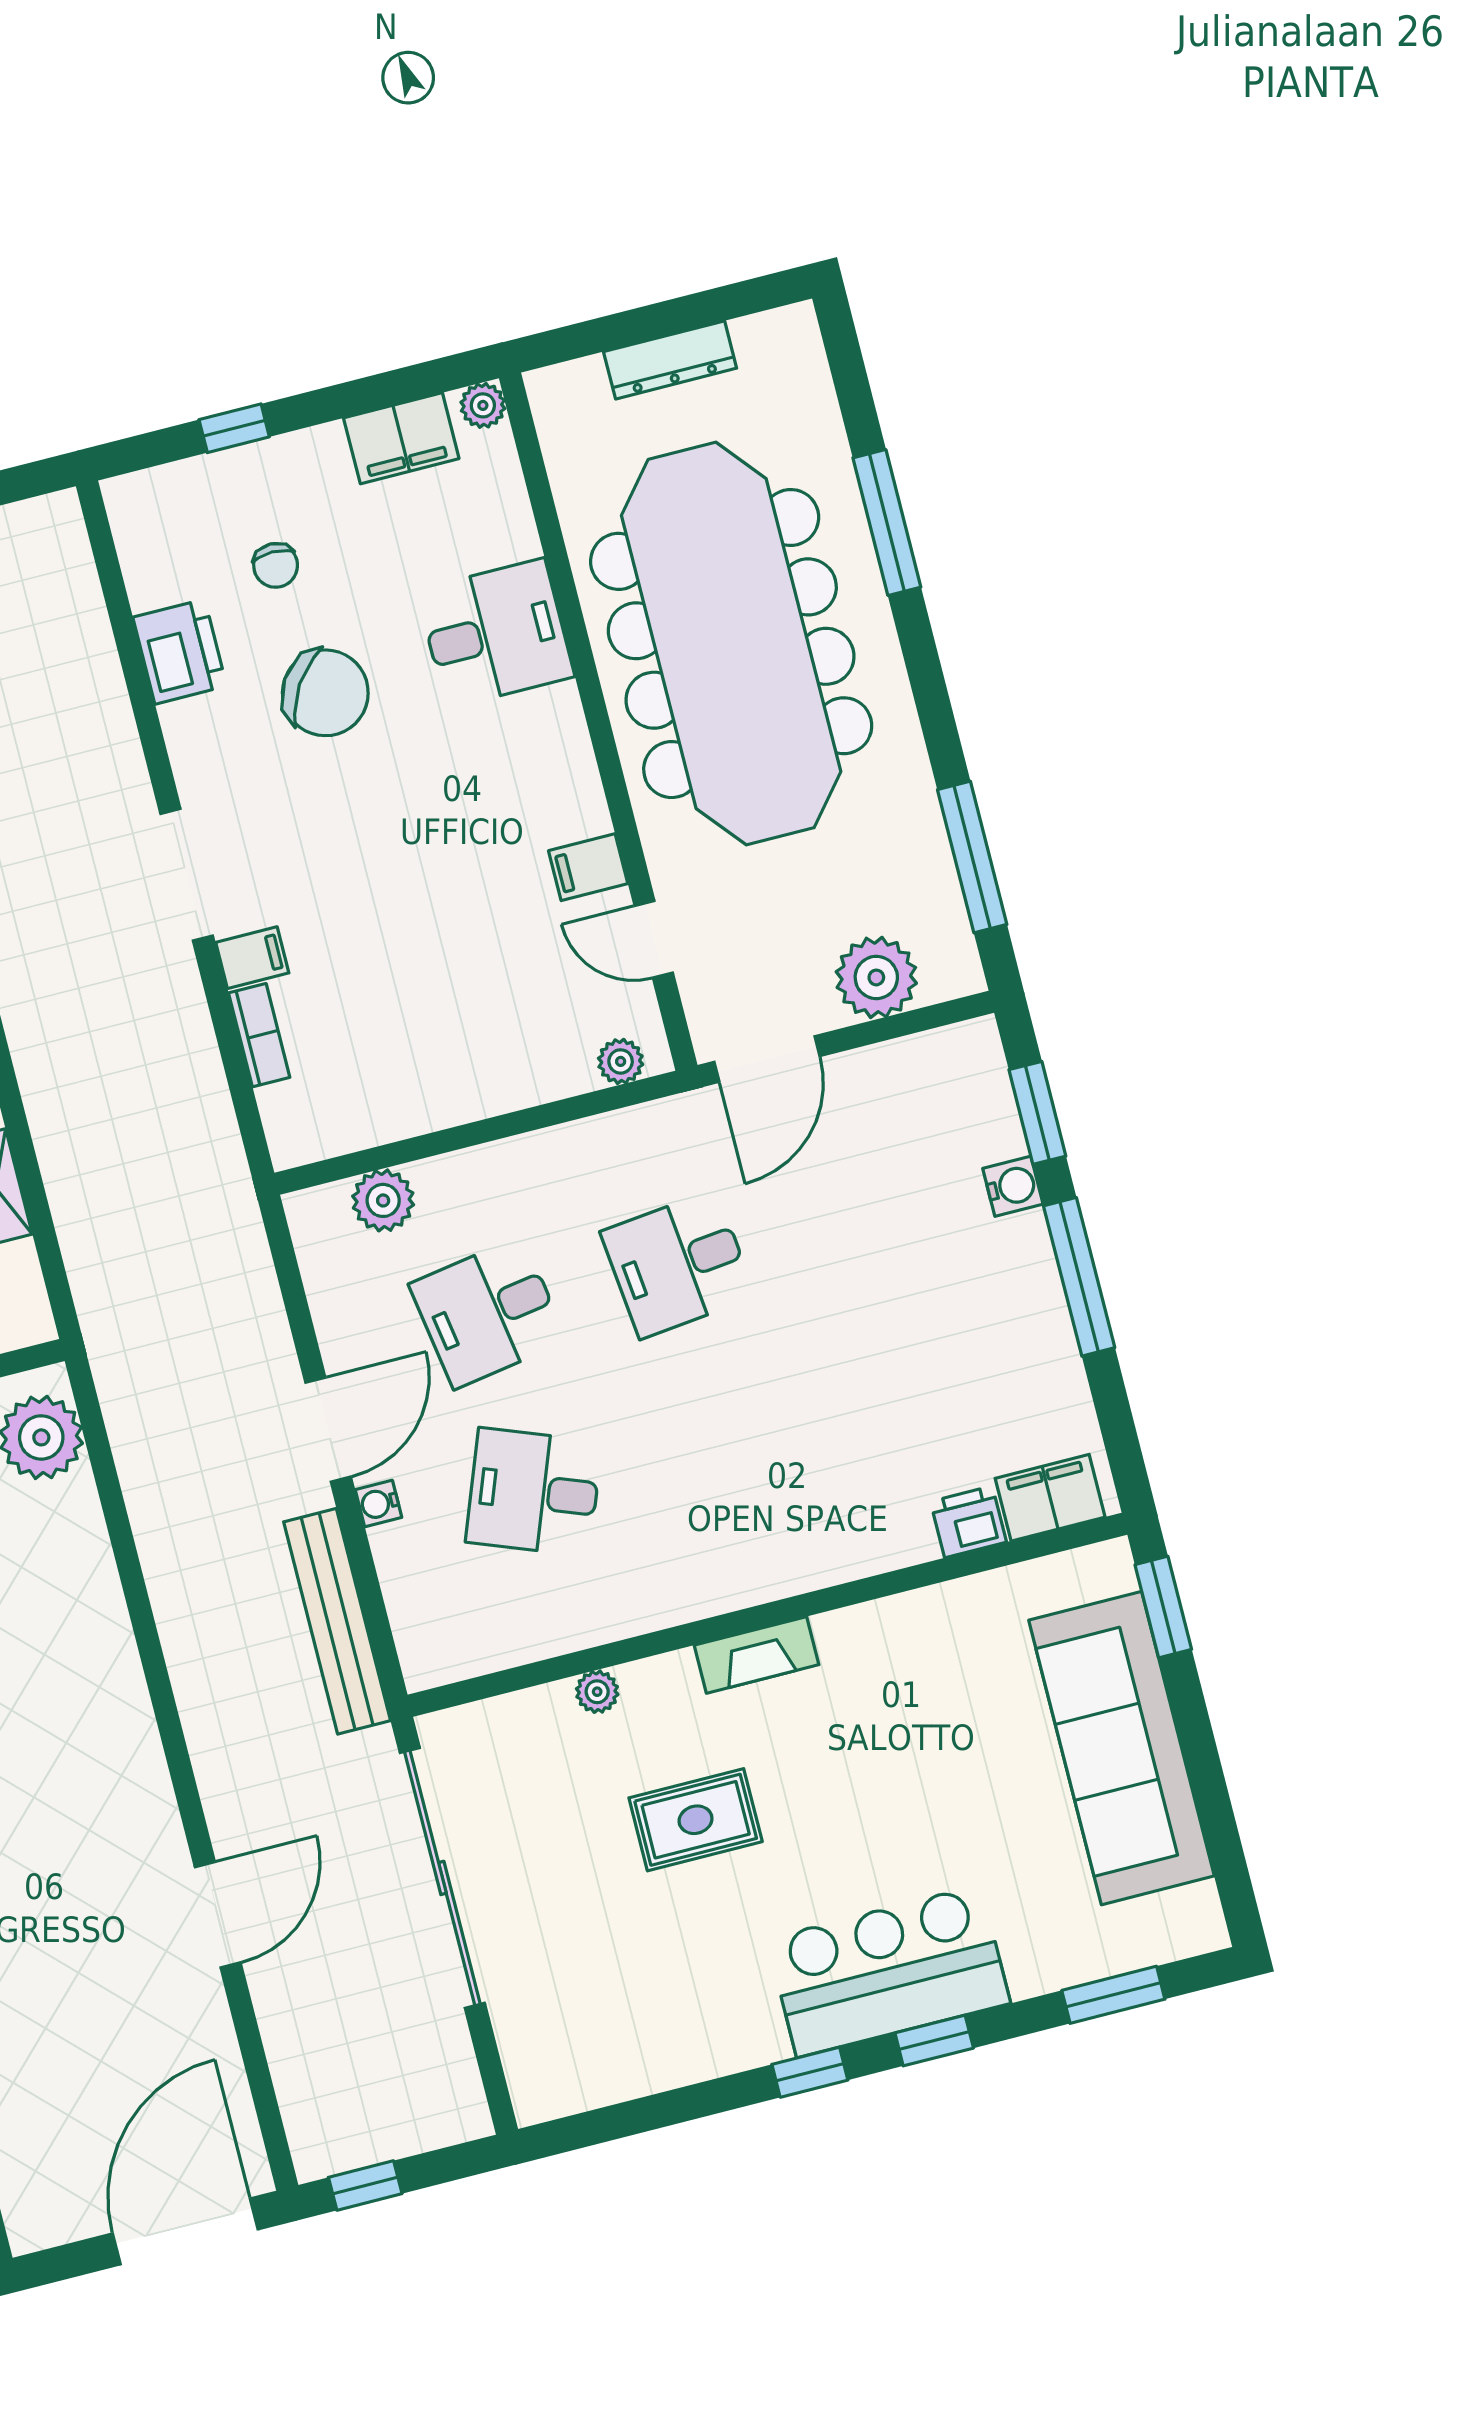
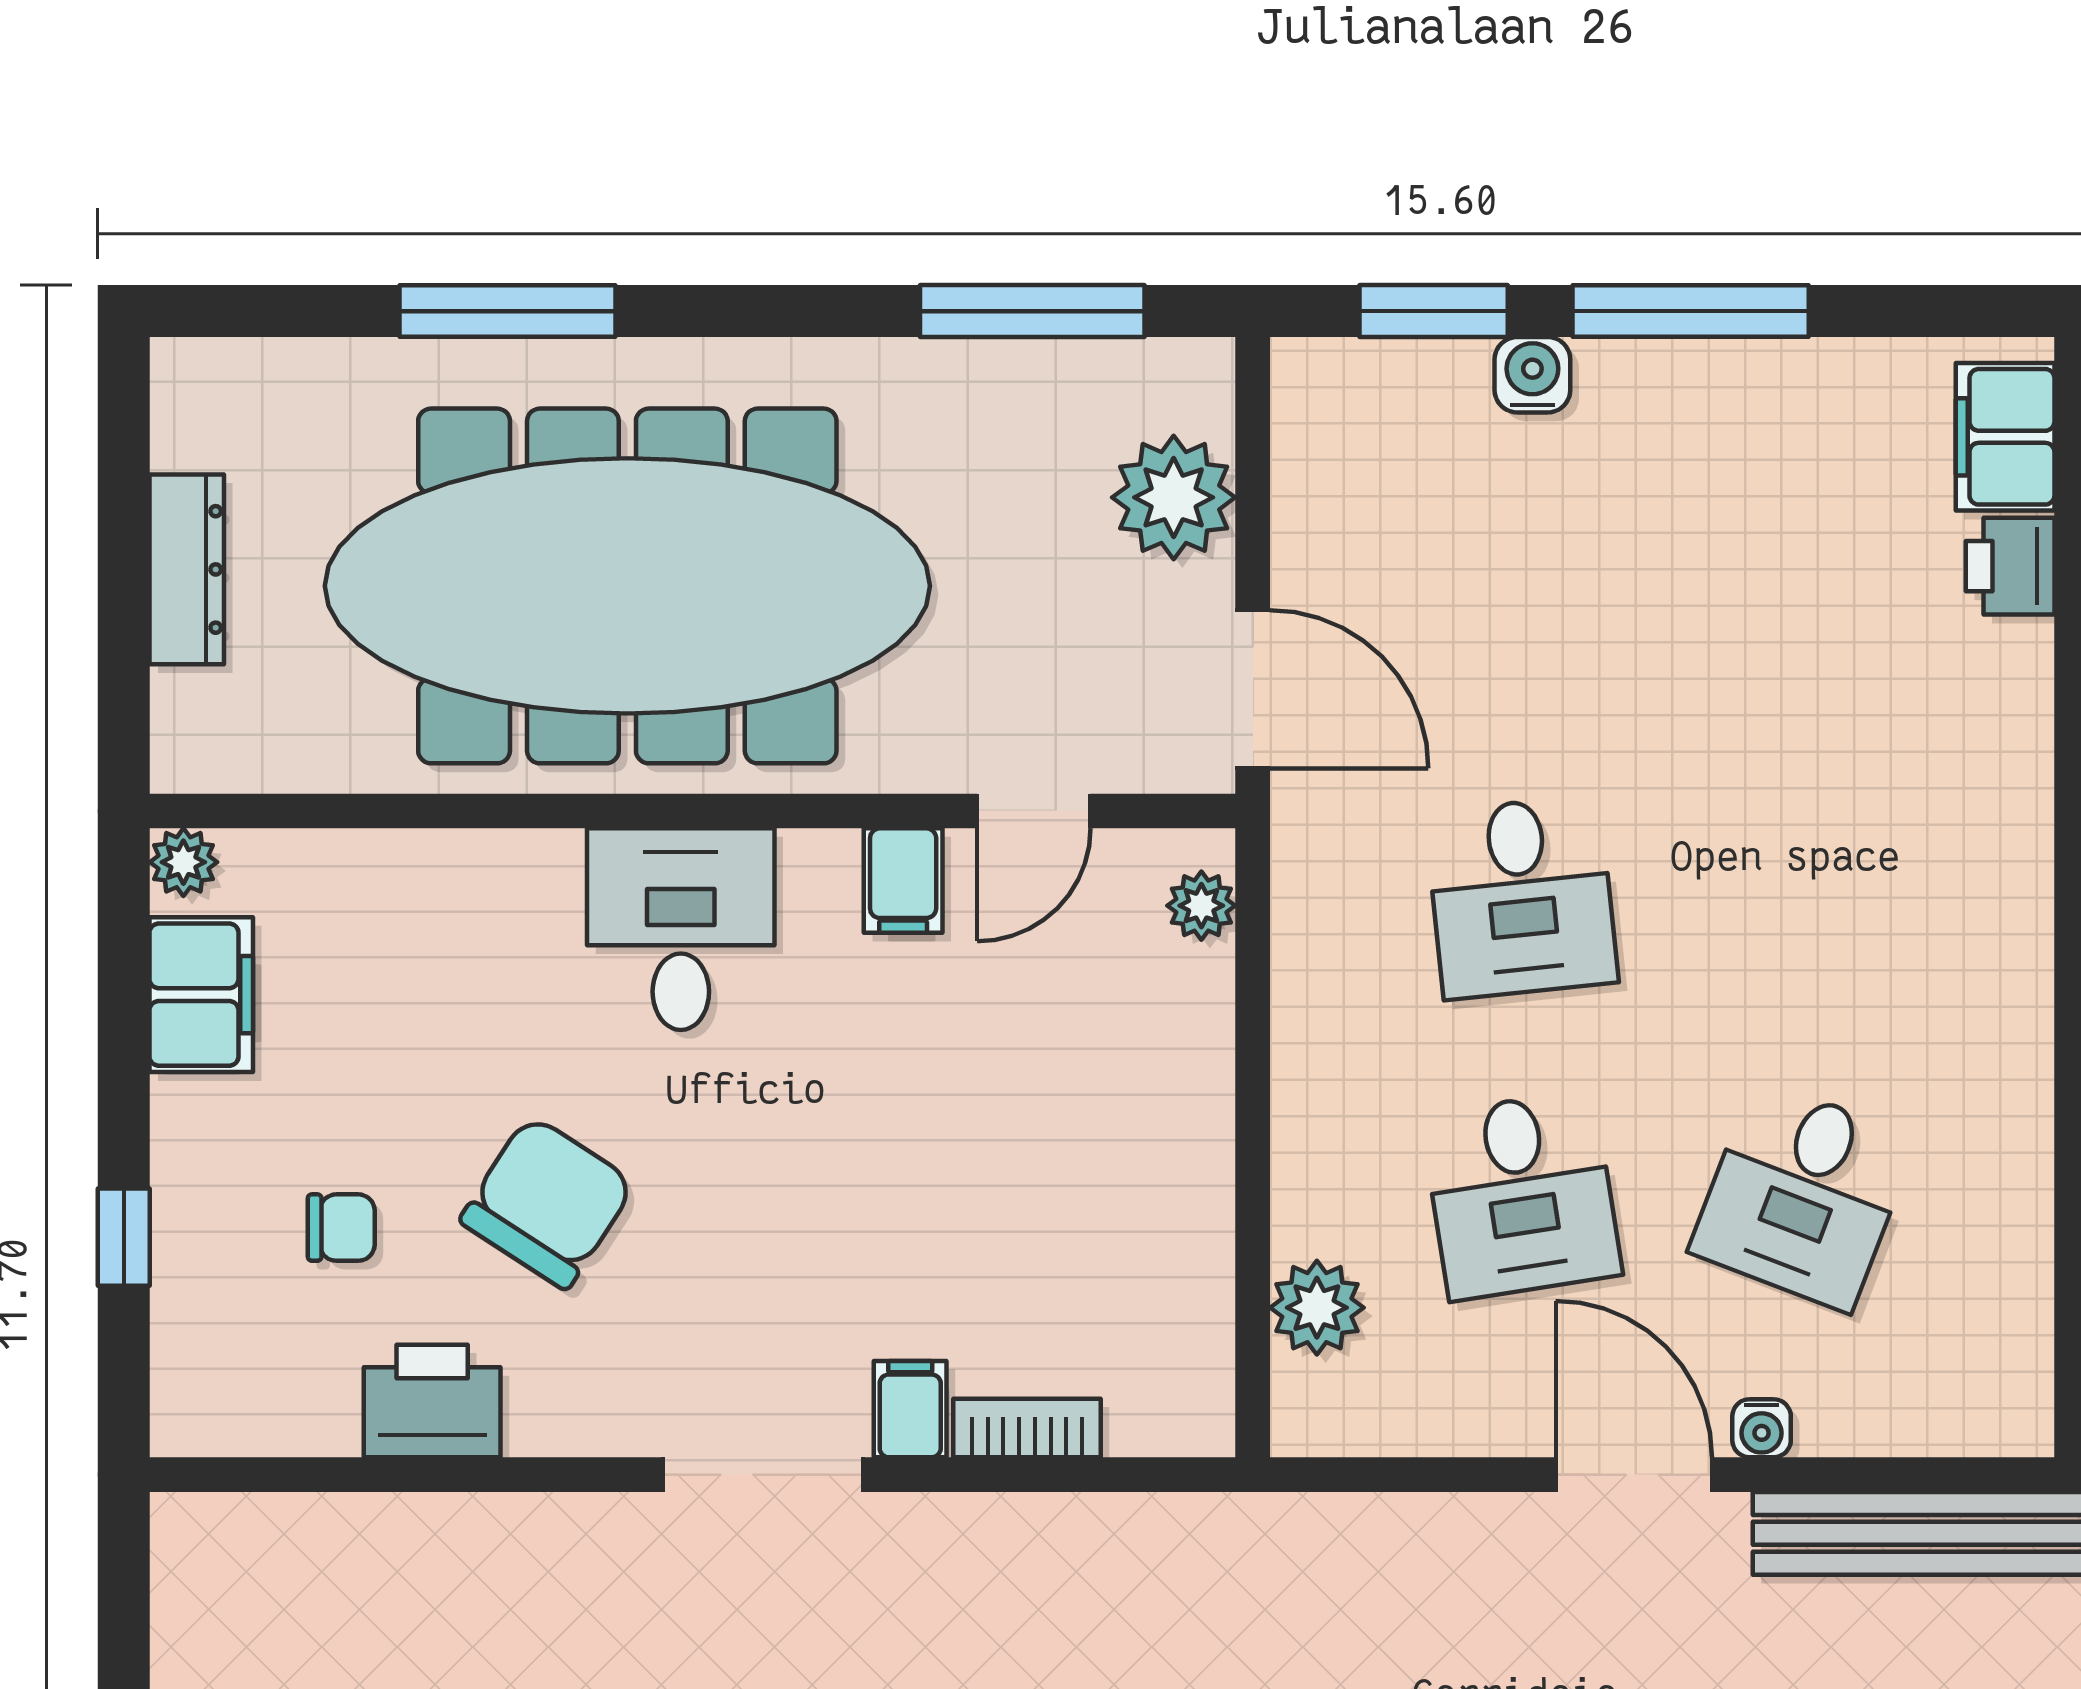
desk: (496, 633) -> (681, 929), moved

